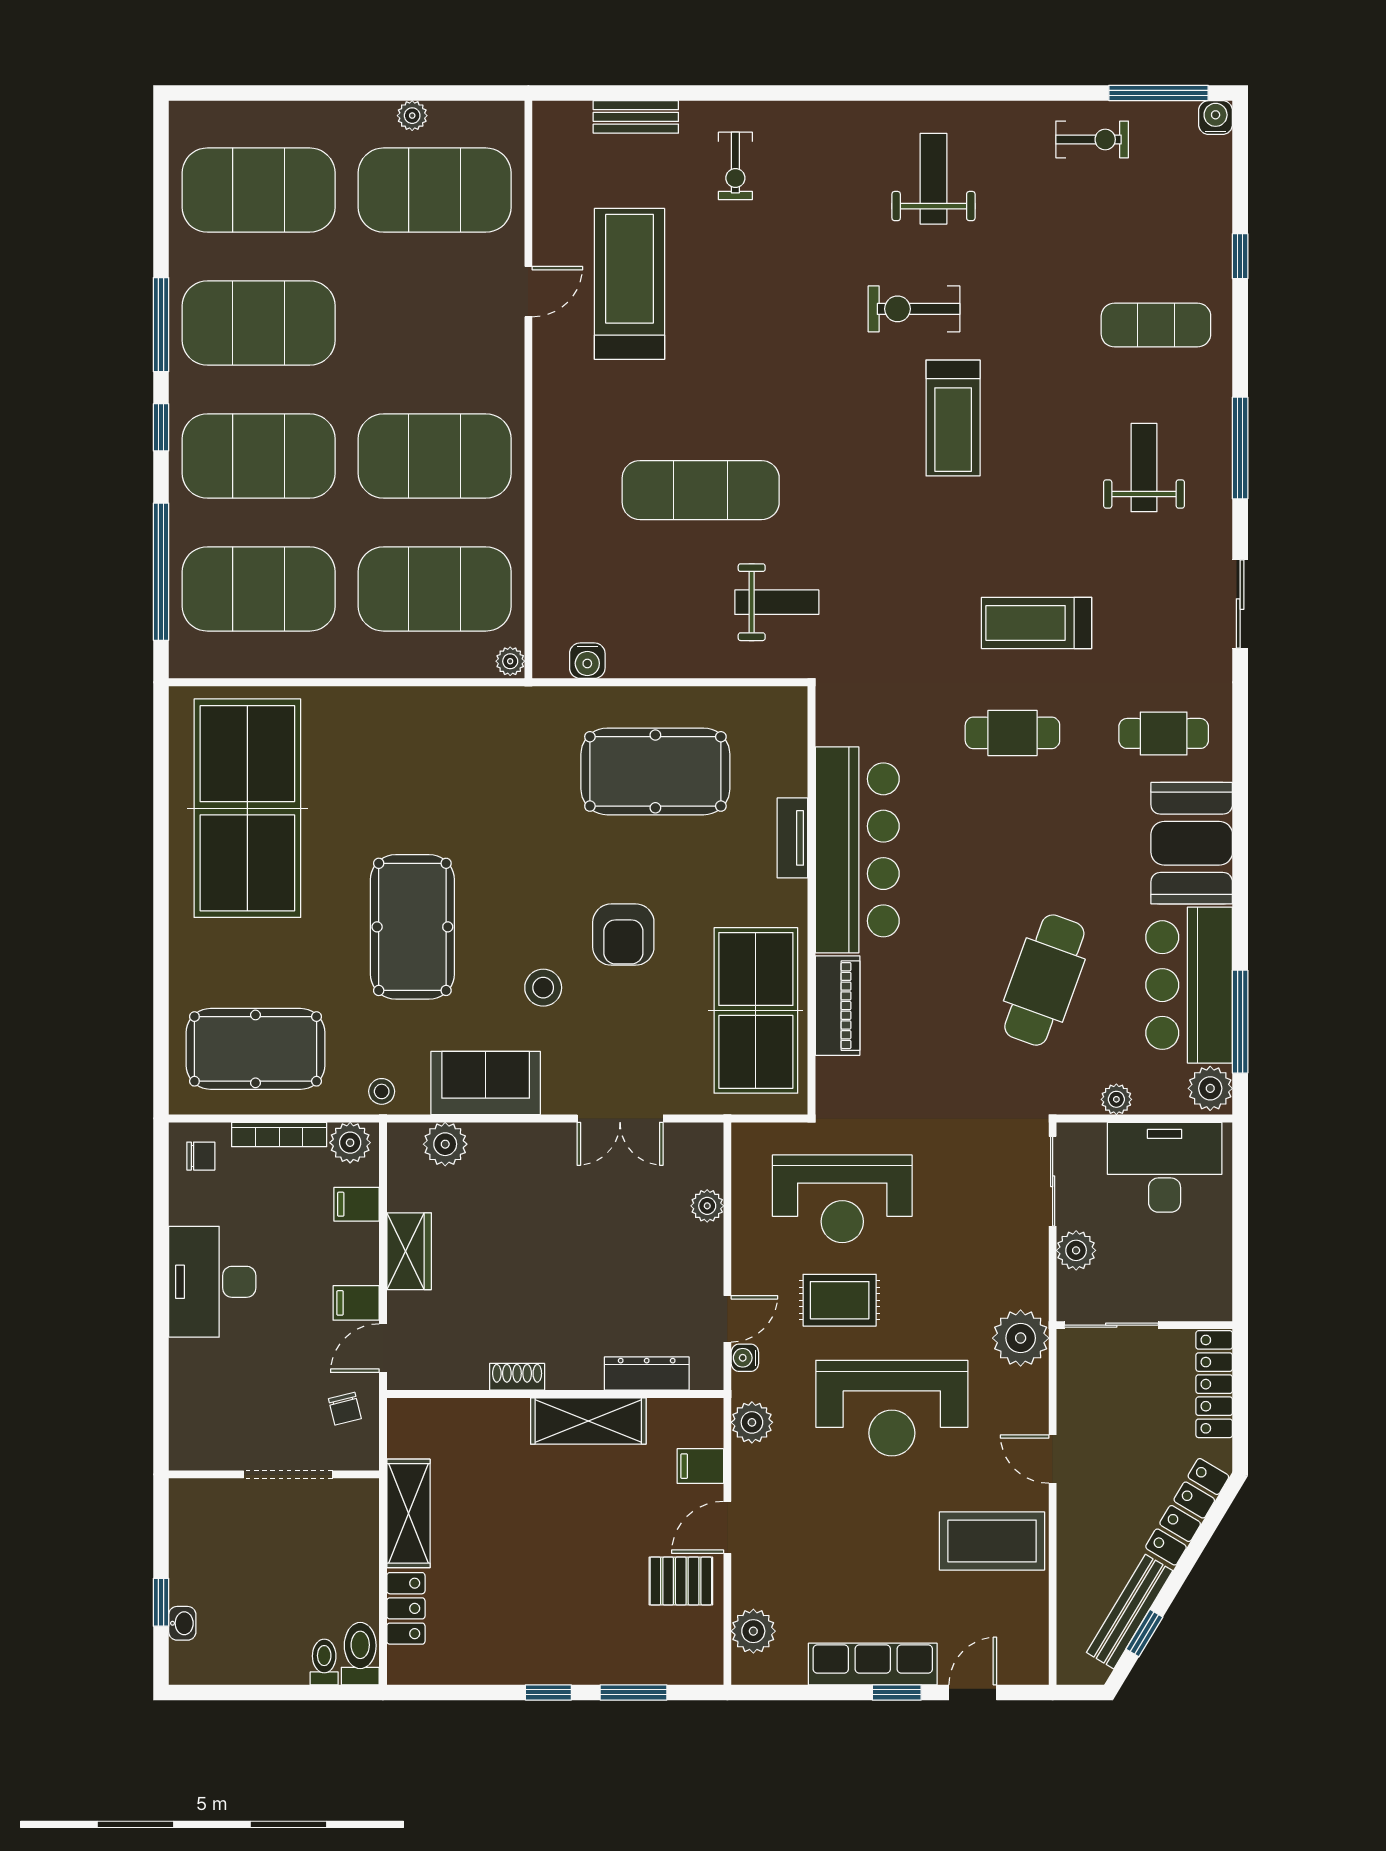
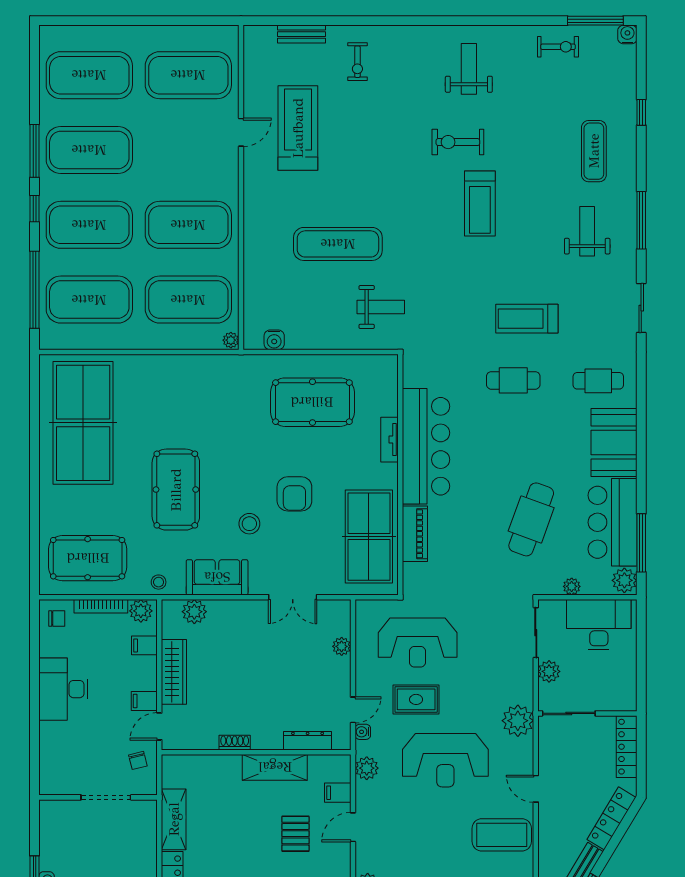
plant: (412, 116) -> (176, 33), removed
exercise mat: (1156, 325) -> (594, 151), turned 90
wardrobe: (409, 1251) -> (174, 672), width x1.50
pallet: (681, 1581) -> (295, 834), moved, turned 90

